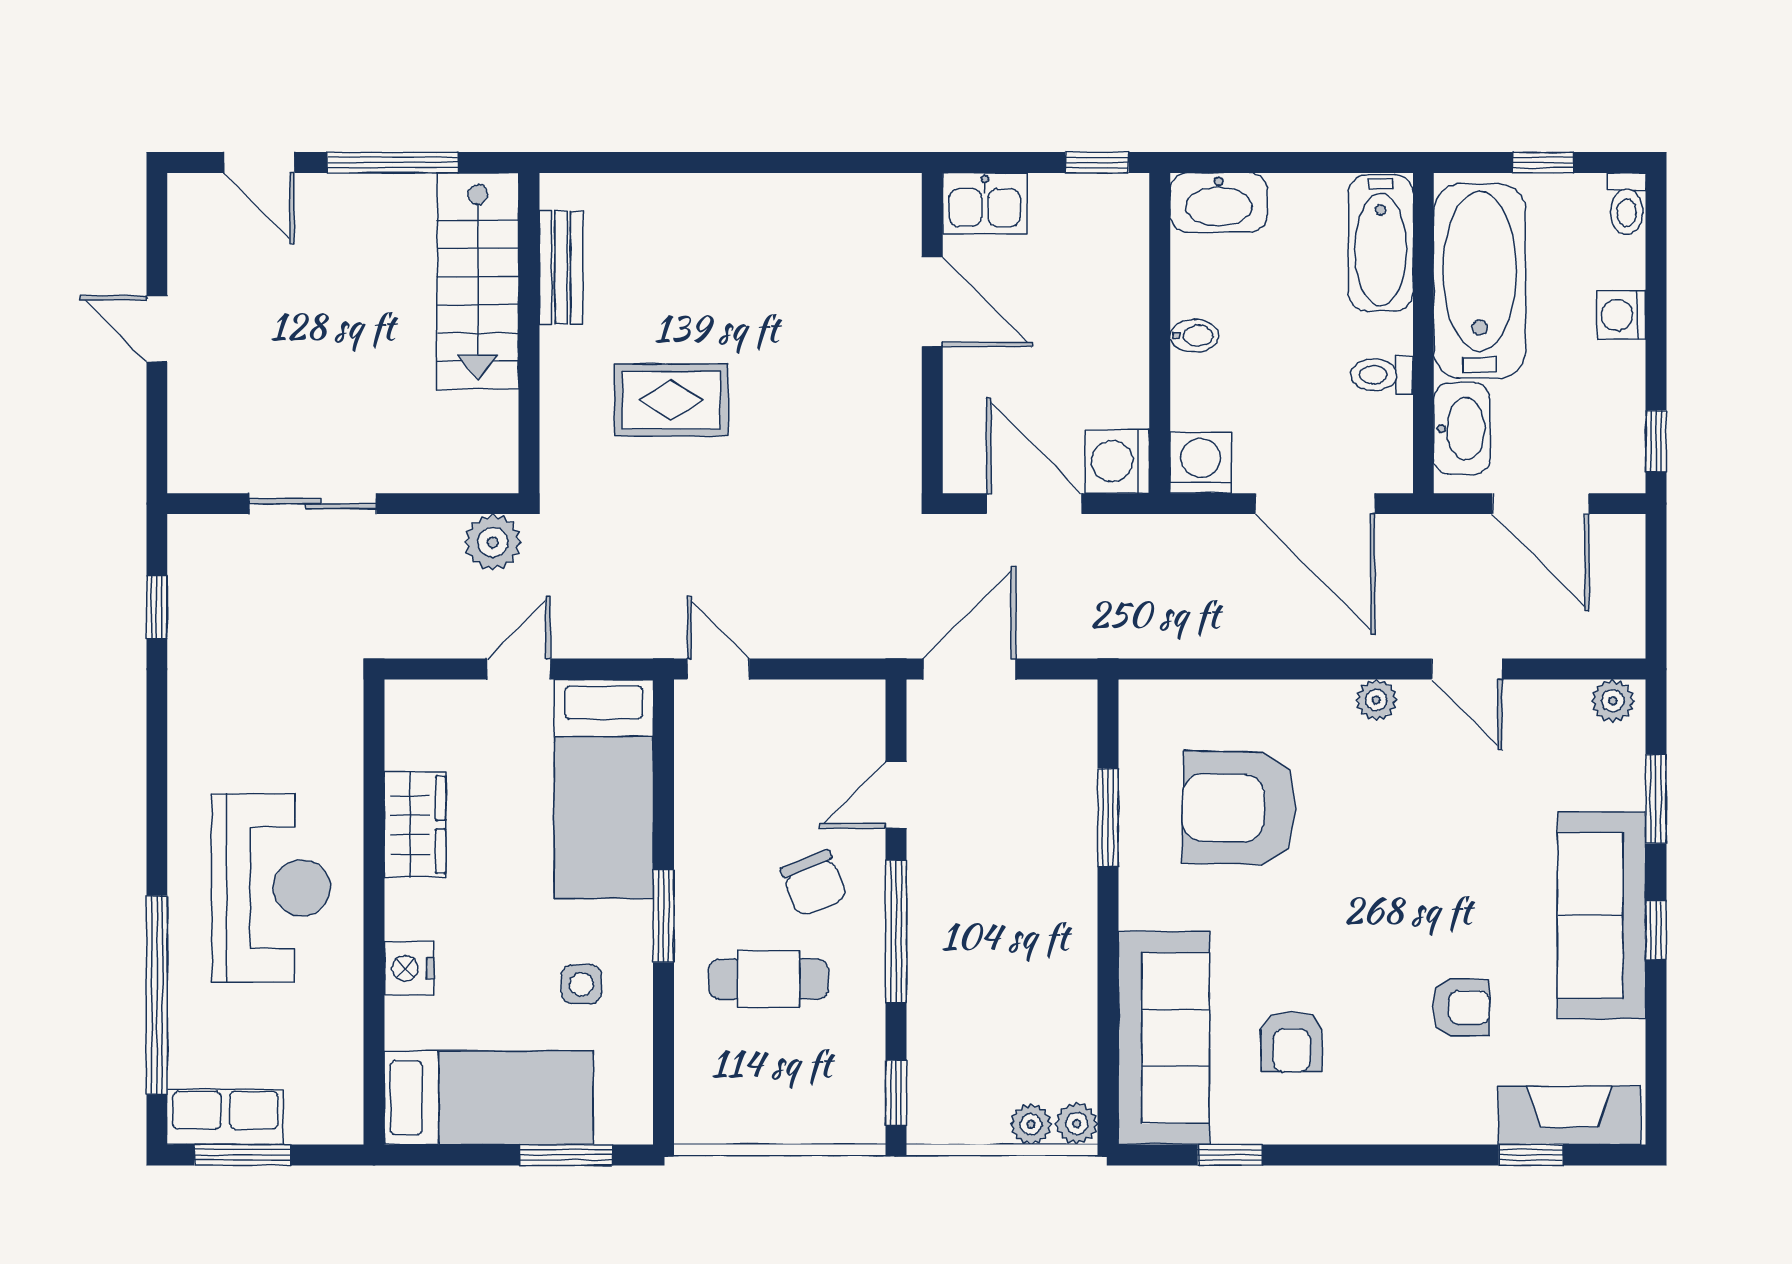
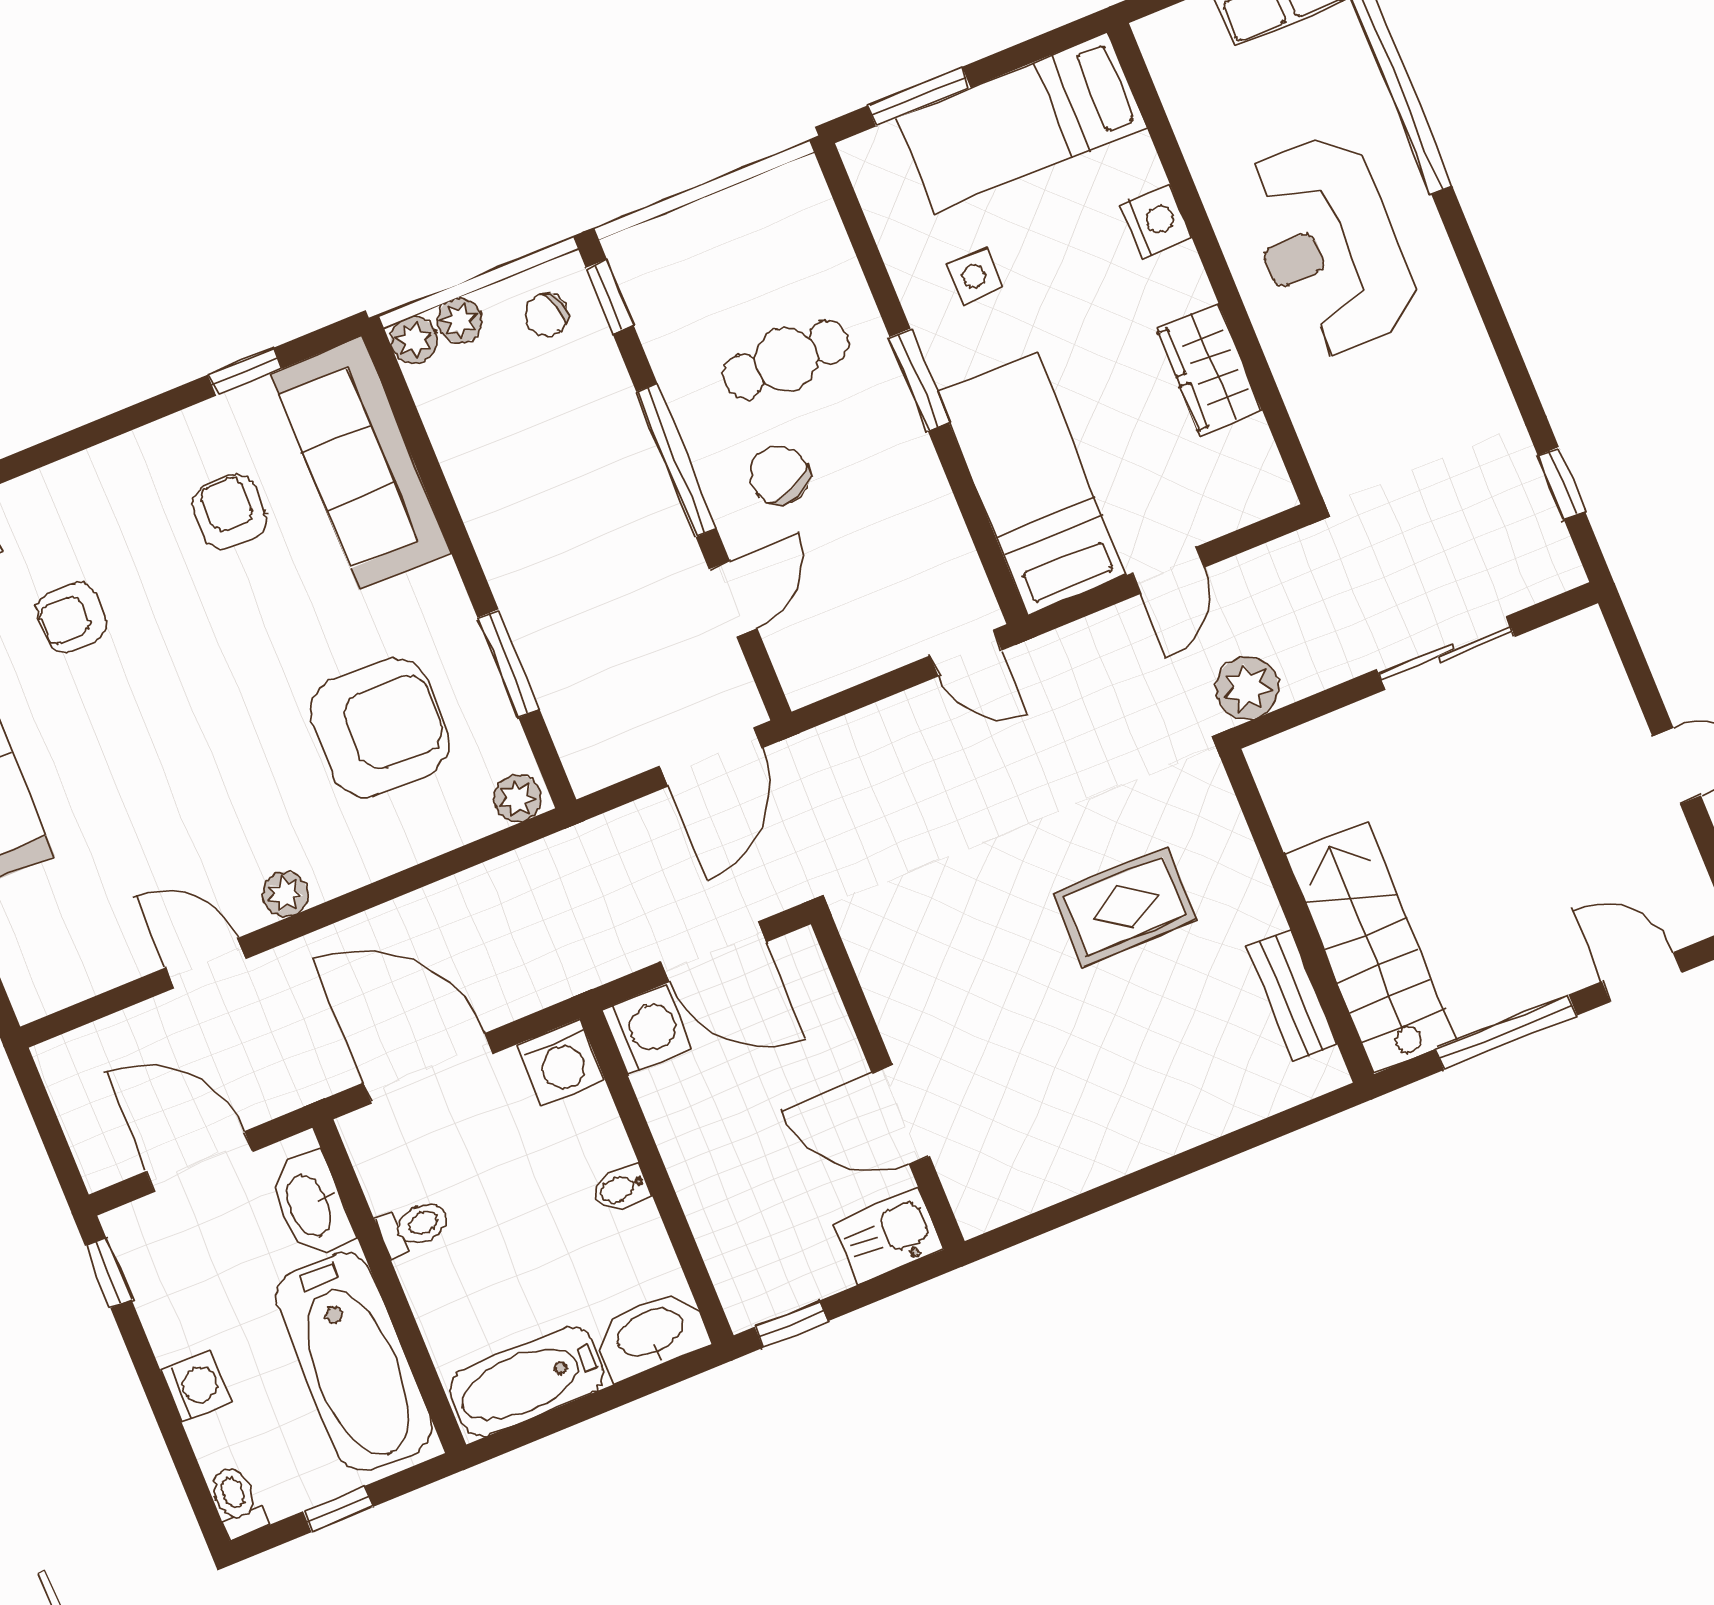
bathtub: (1381, 243) -> (527, 1382), moved, turned -90
plant: (1613, 701) -> (517, 798), moved
chair: (956, 1099) -> (547, 315), added

